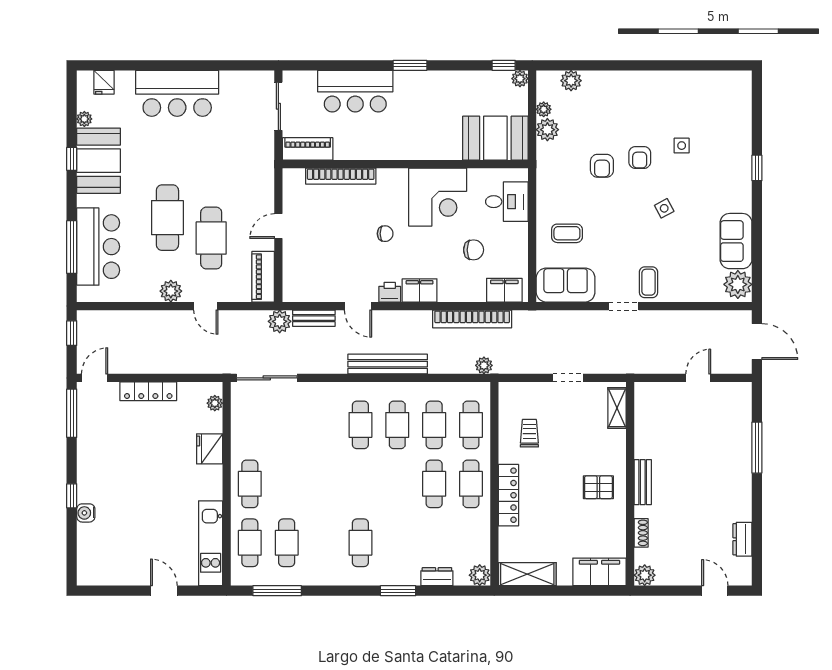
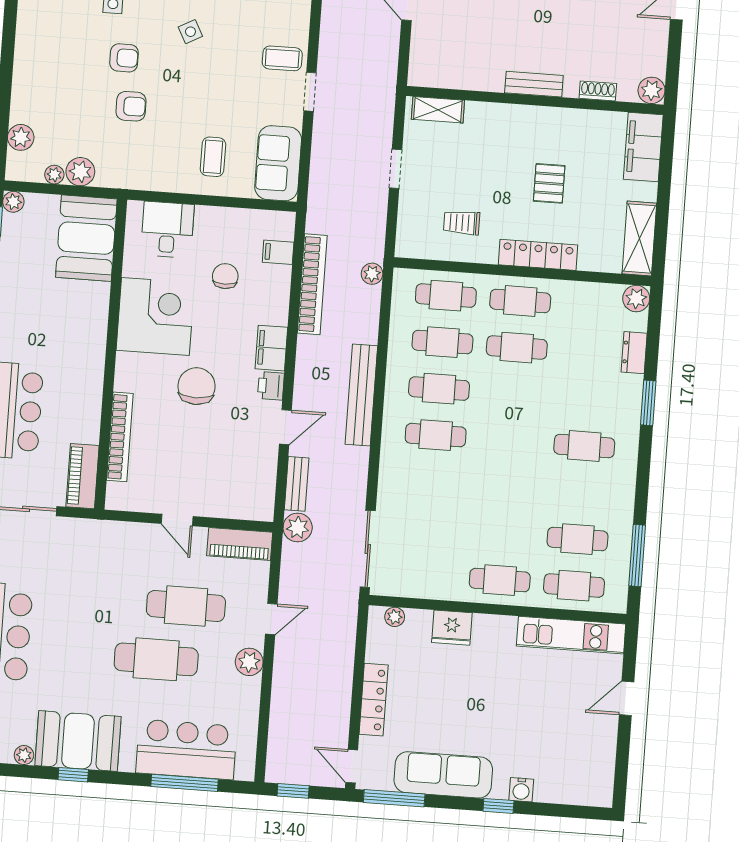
chair: (385, 234) -> (197, 386), width x1.87, depth x1.87
filing cabinet: (504, 290) -> (278, 252), width x0.50
sofa: (93, 451) -> (443, 775), added
pallet: (598, 487) -> (549, 183), moved

